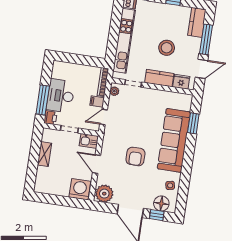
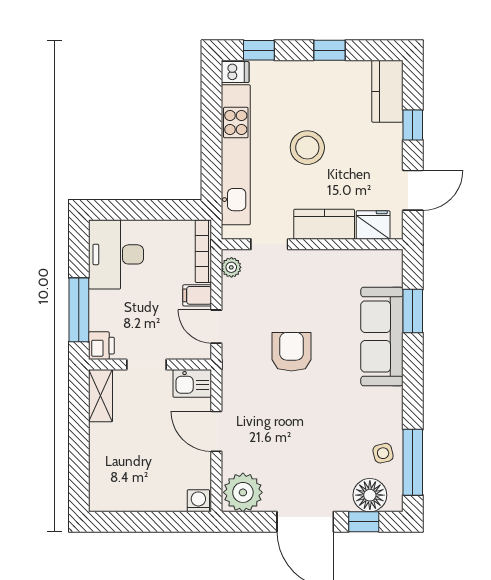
window: (206, 39) -> (413, 125), width x0.46
stool: (167, 48) -> (307, 148), moved
desk: (60, 96) -> (116, 254), moved
door: (104, 117) -> (216, 327), hinge flipped
sofa: (174, 140) -> (382, 337), width x0.74, depth x0.79
shelving: (44, 154) -> (101, 396), moved
armchair: (135, 156) -> (292, 352), moved, turned 180
washing machine: (80, 189) -> (198, 501), width x0.53, depth x0.53
window: (183, 192) -> (413, 462), added

